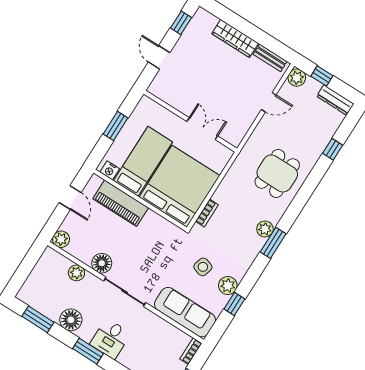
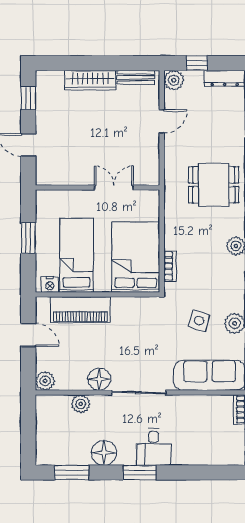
dining table: (277, 173) -> (214, 185), turned 90
bed: (179, 186) -> (136, 257), width x0.73

